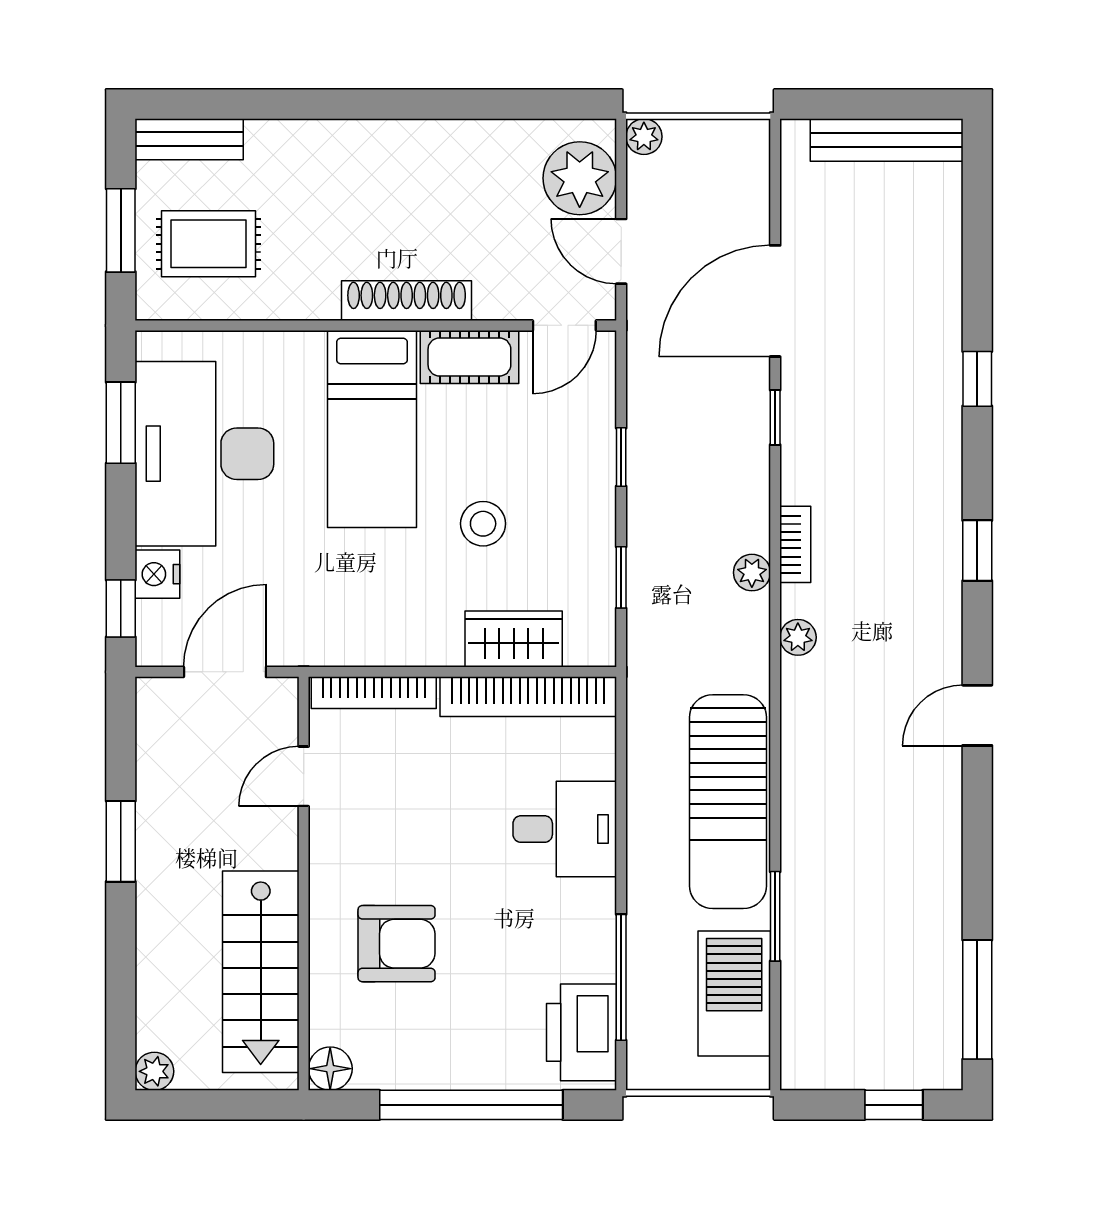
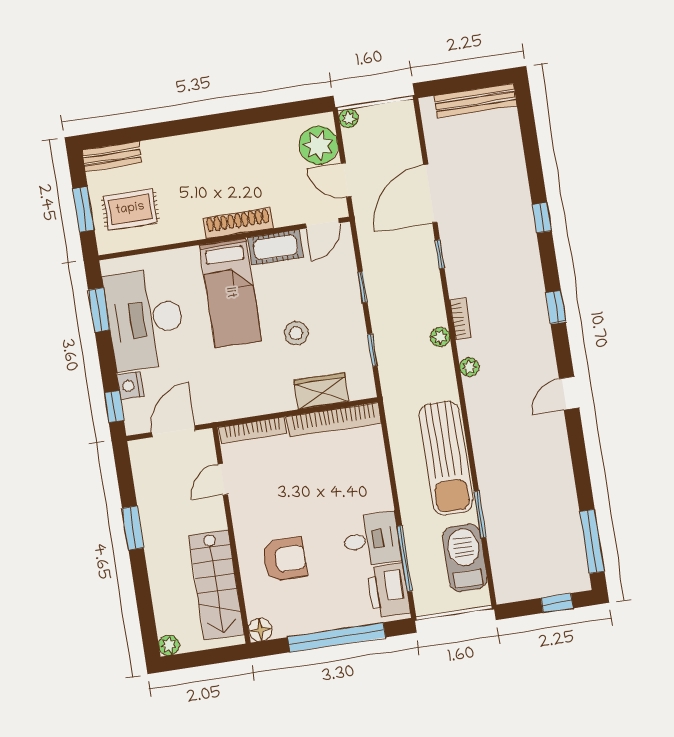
desk: (565, 829) -> (372, 540), moved

